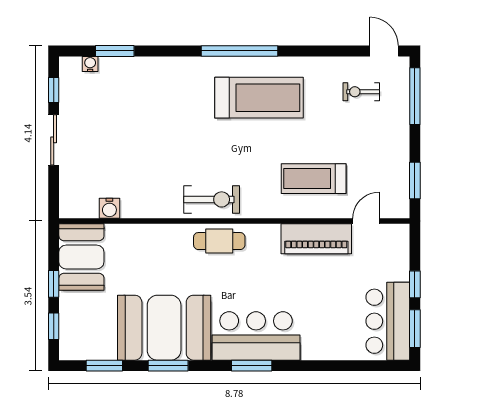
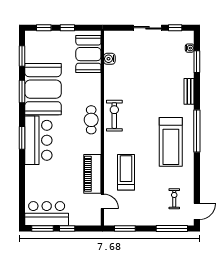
bench: (168, 65) -> (189, 91), added
exercise bike: (212, 199) -> (114, 116), turned 180
booth: (81, 257) -> (88, 54), moved, turned 90

